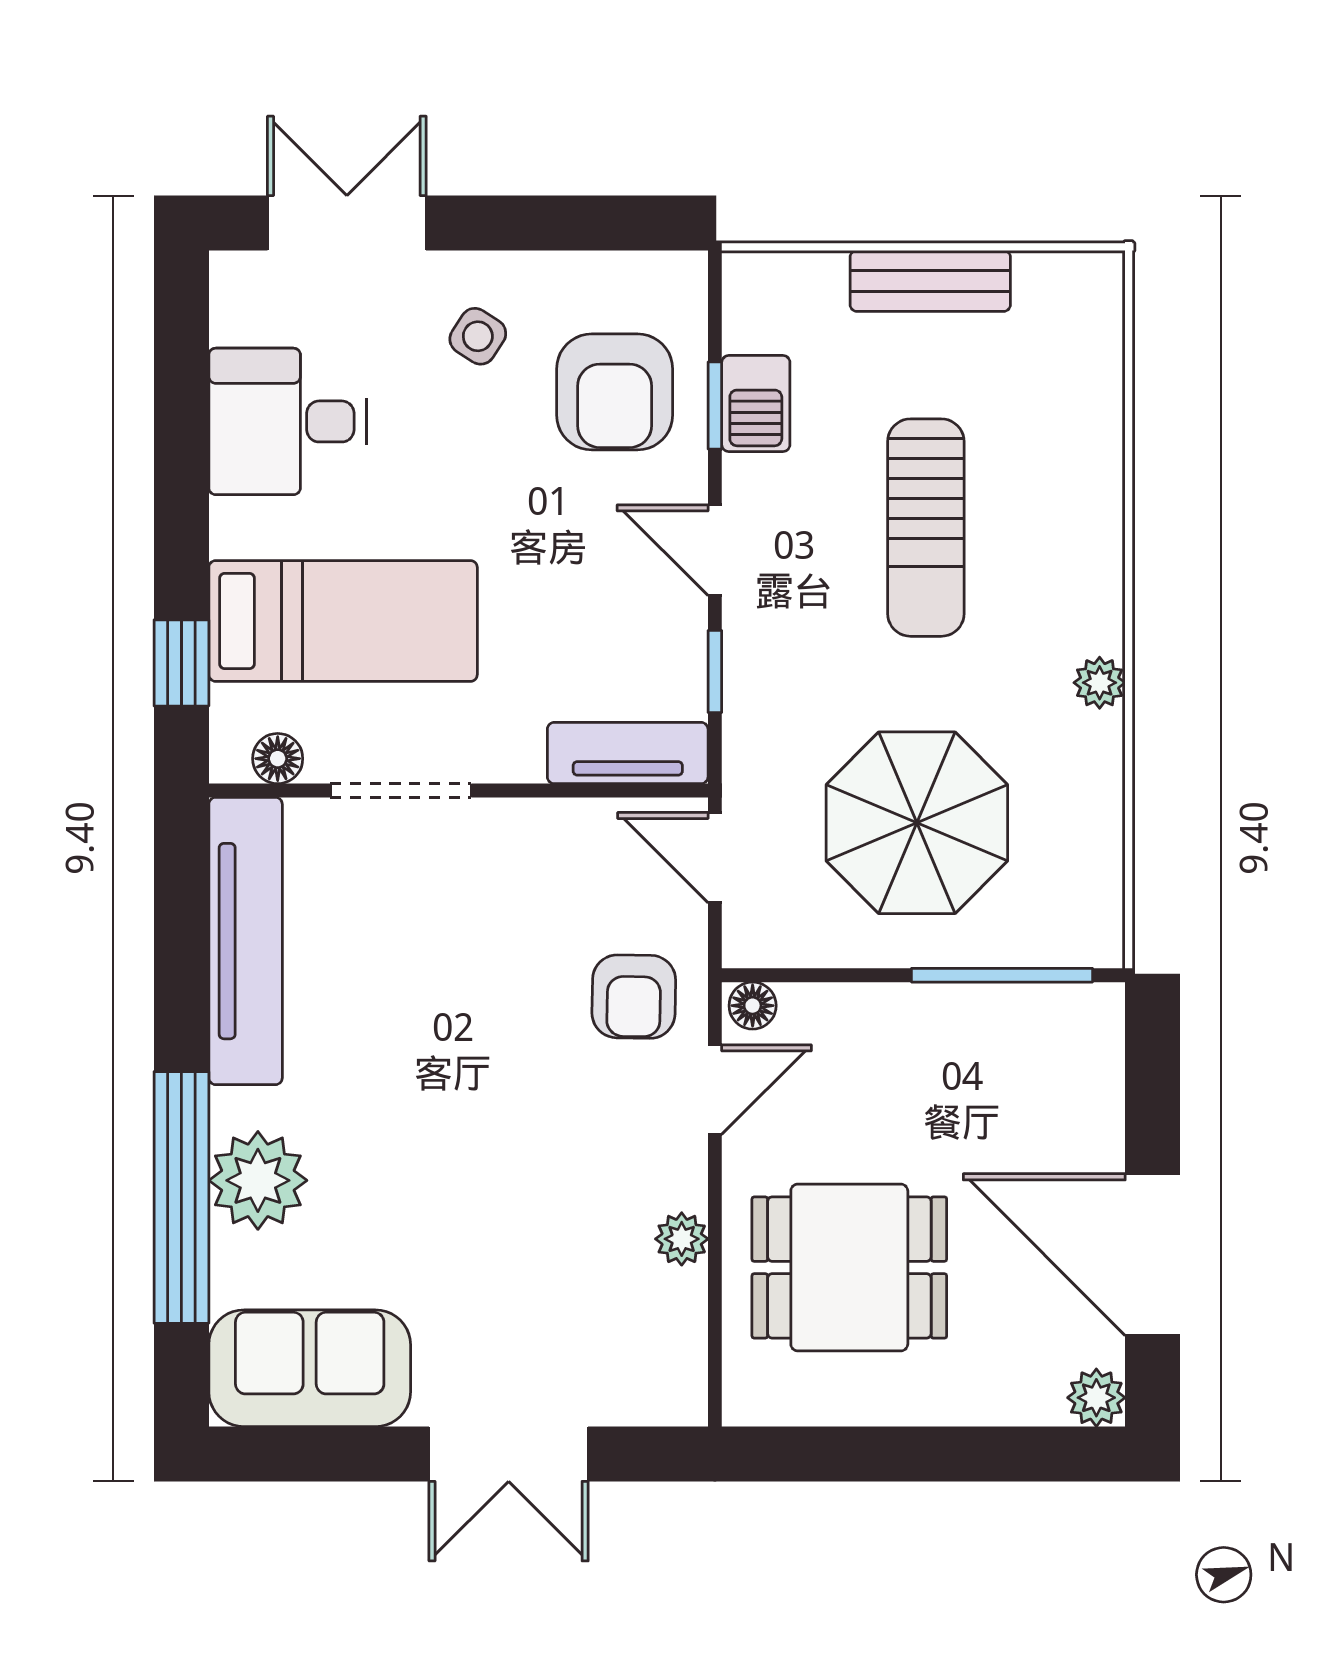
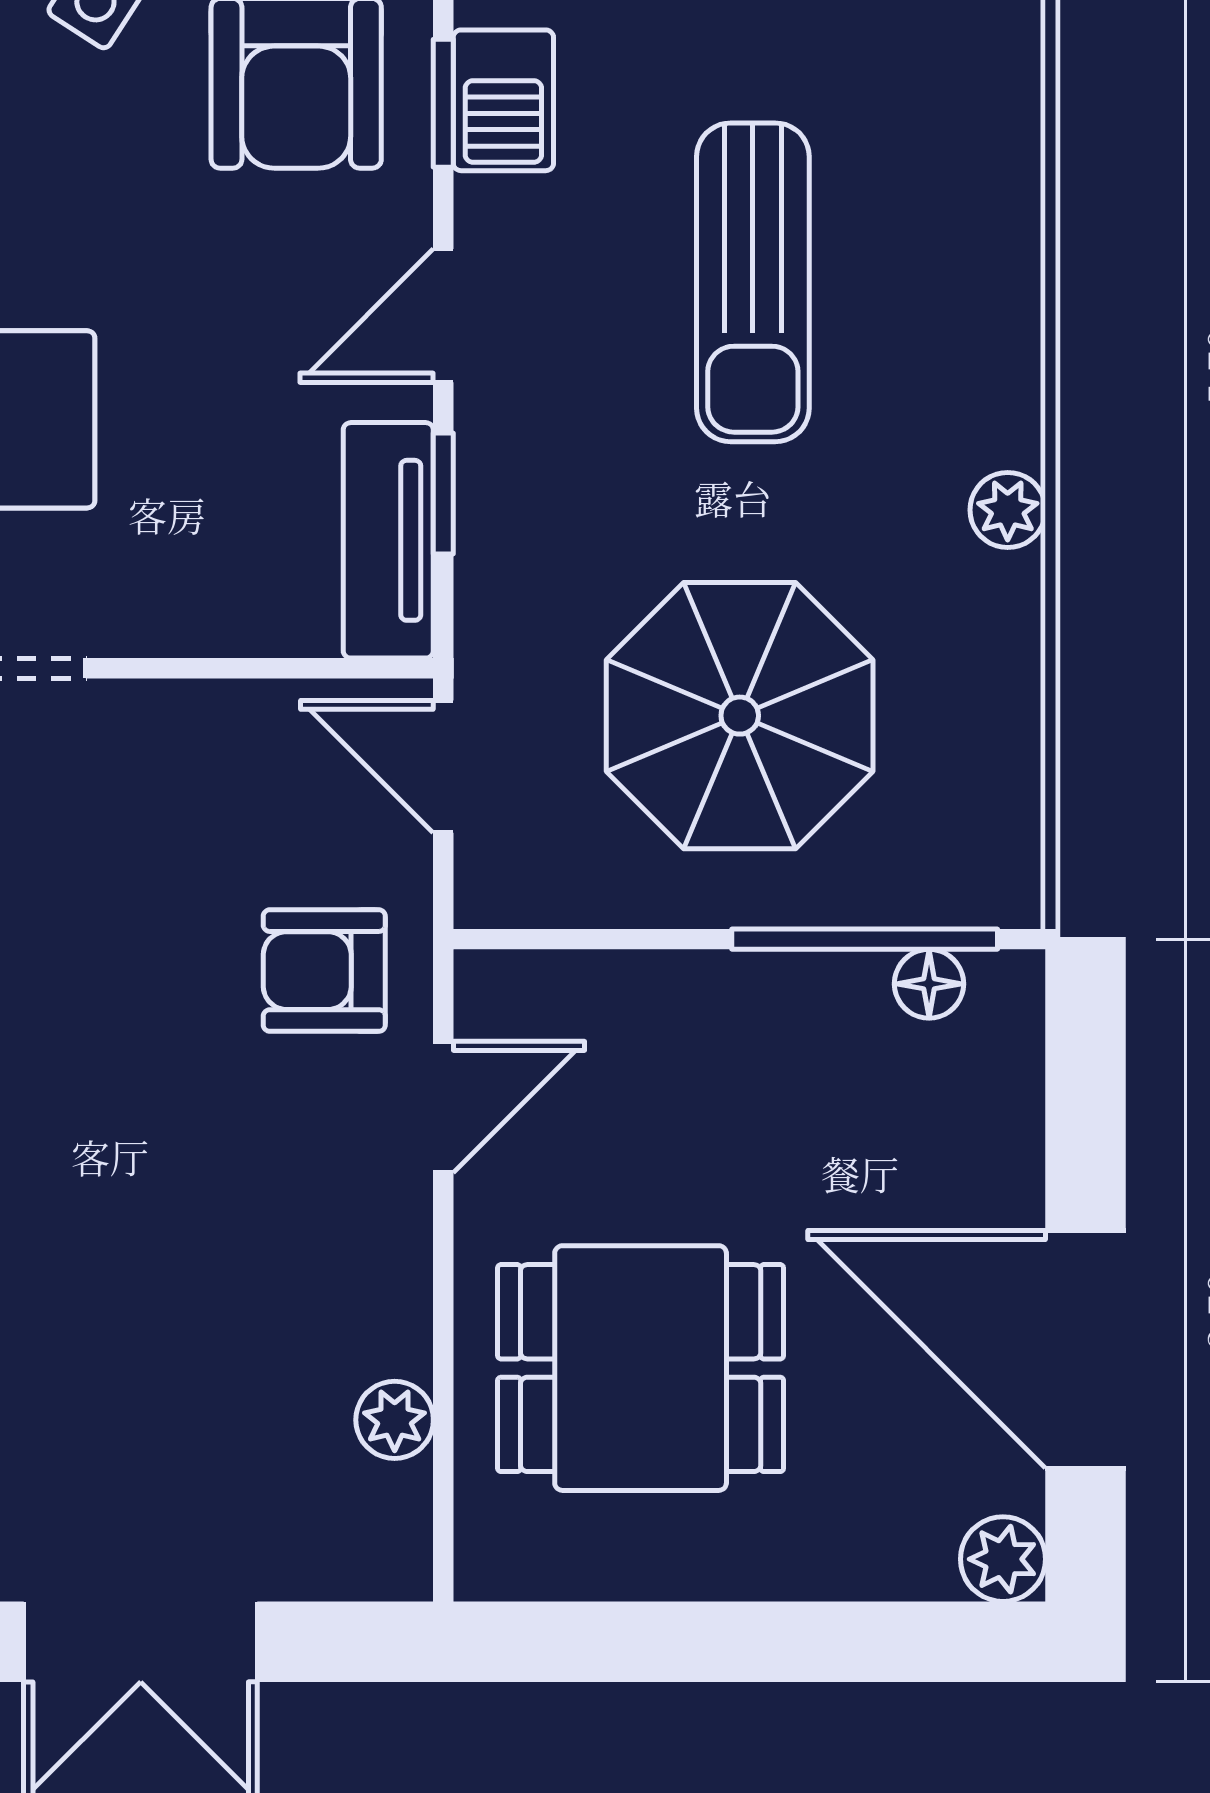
door: (715, 550) -> (443, 316), hinge flipped
tv unit: (628, 753) -> (388, 540), moved, turned -90
armchair: (634, 997) -> (324, 971), turned 89
floor lamp: (753, 1006) -> (929, 984), moved
plant: (682, 1239) -> (395, 1420), moved

